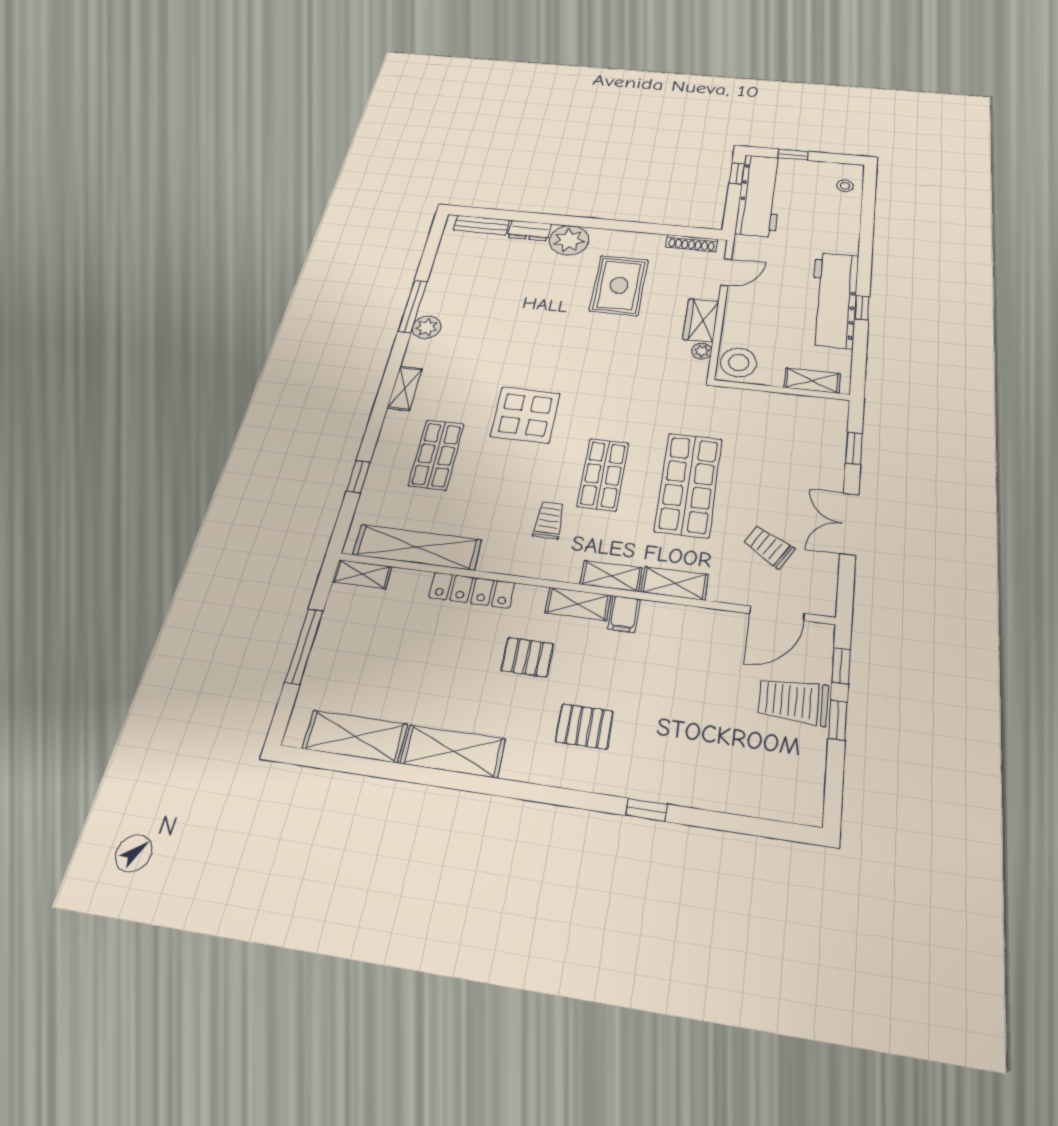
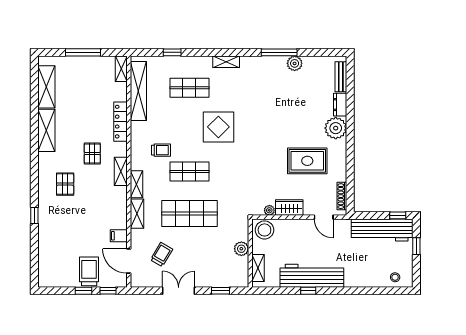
plant: (427, 327) -> (295, 63), moved
plant: (771, 404) -> (241, 249), added
filing cabinet: (624, 614) -> (119, 236), moved

